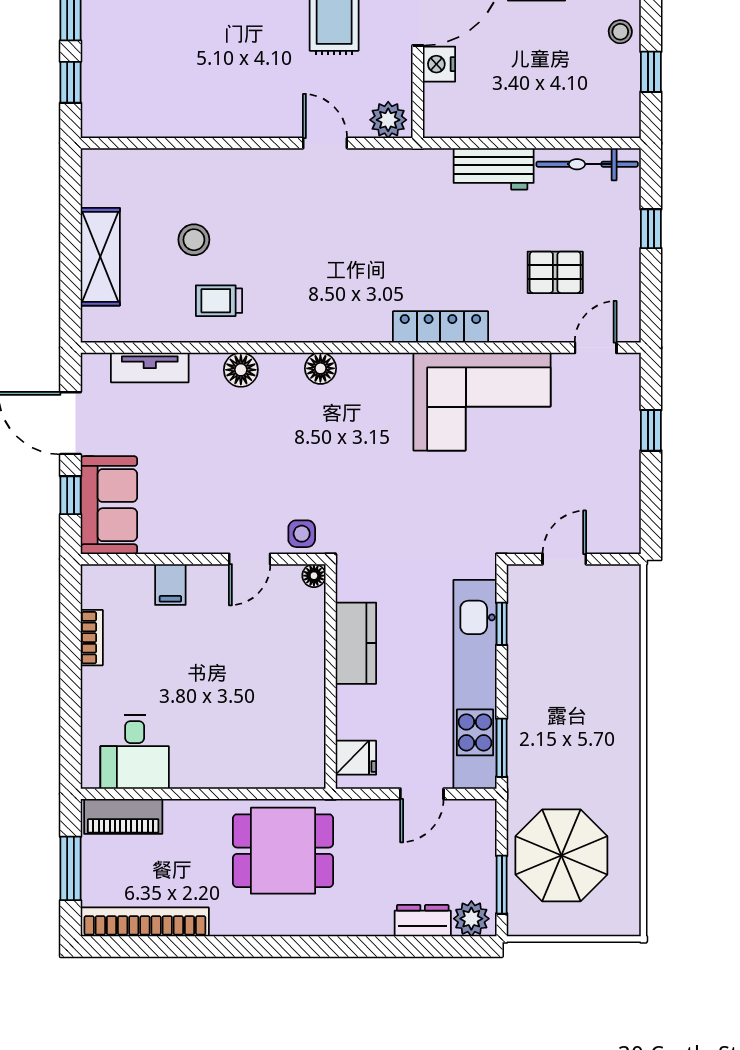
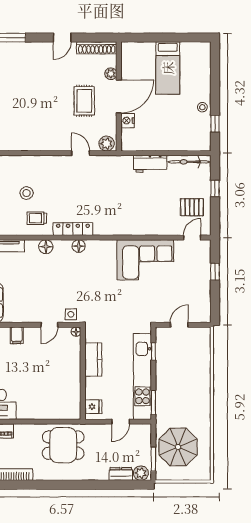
pallet: (555, 272) -> (192, 207), moved
locker: (440, 327) -> (73, 229), moved

